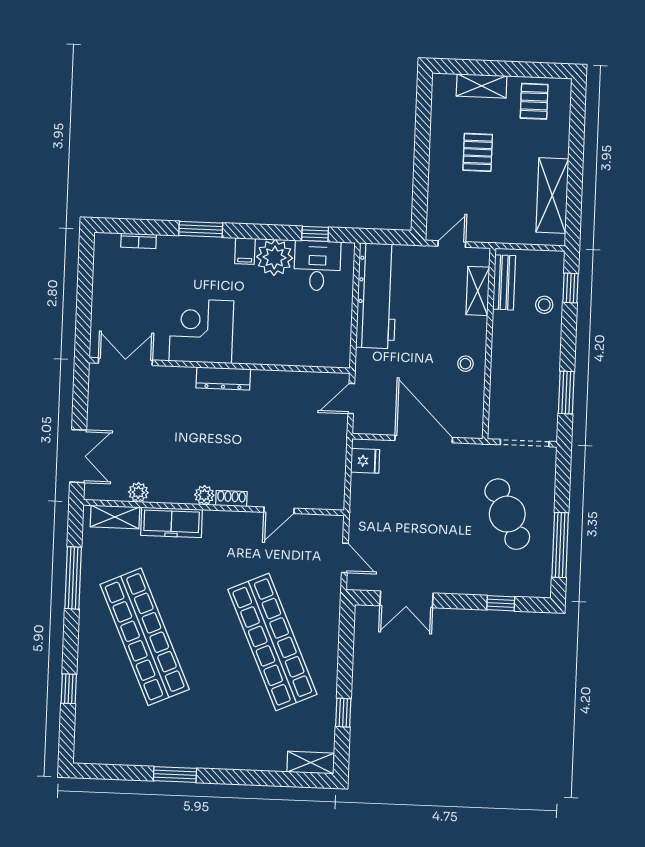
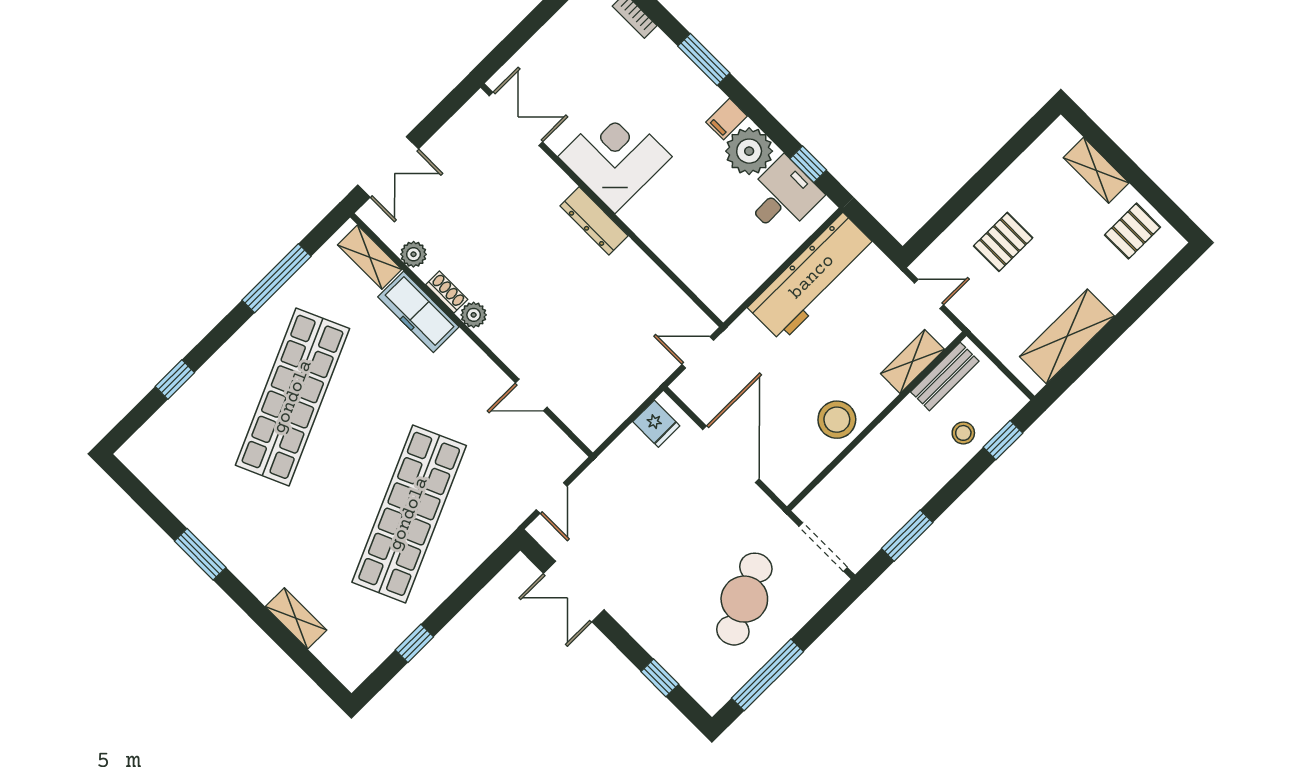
pallet: (478, 152) -> (1003, 242), moved
stool: (465, 364) -> (837, 420), width x1.89, depth x1.89
shoe rack: (231, 498) -> (447, 292), moved
shelving: (310, 763) -> (296, 618), moved

